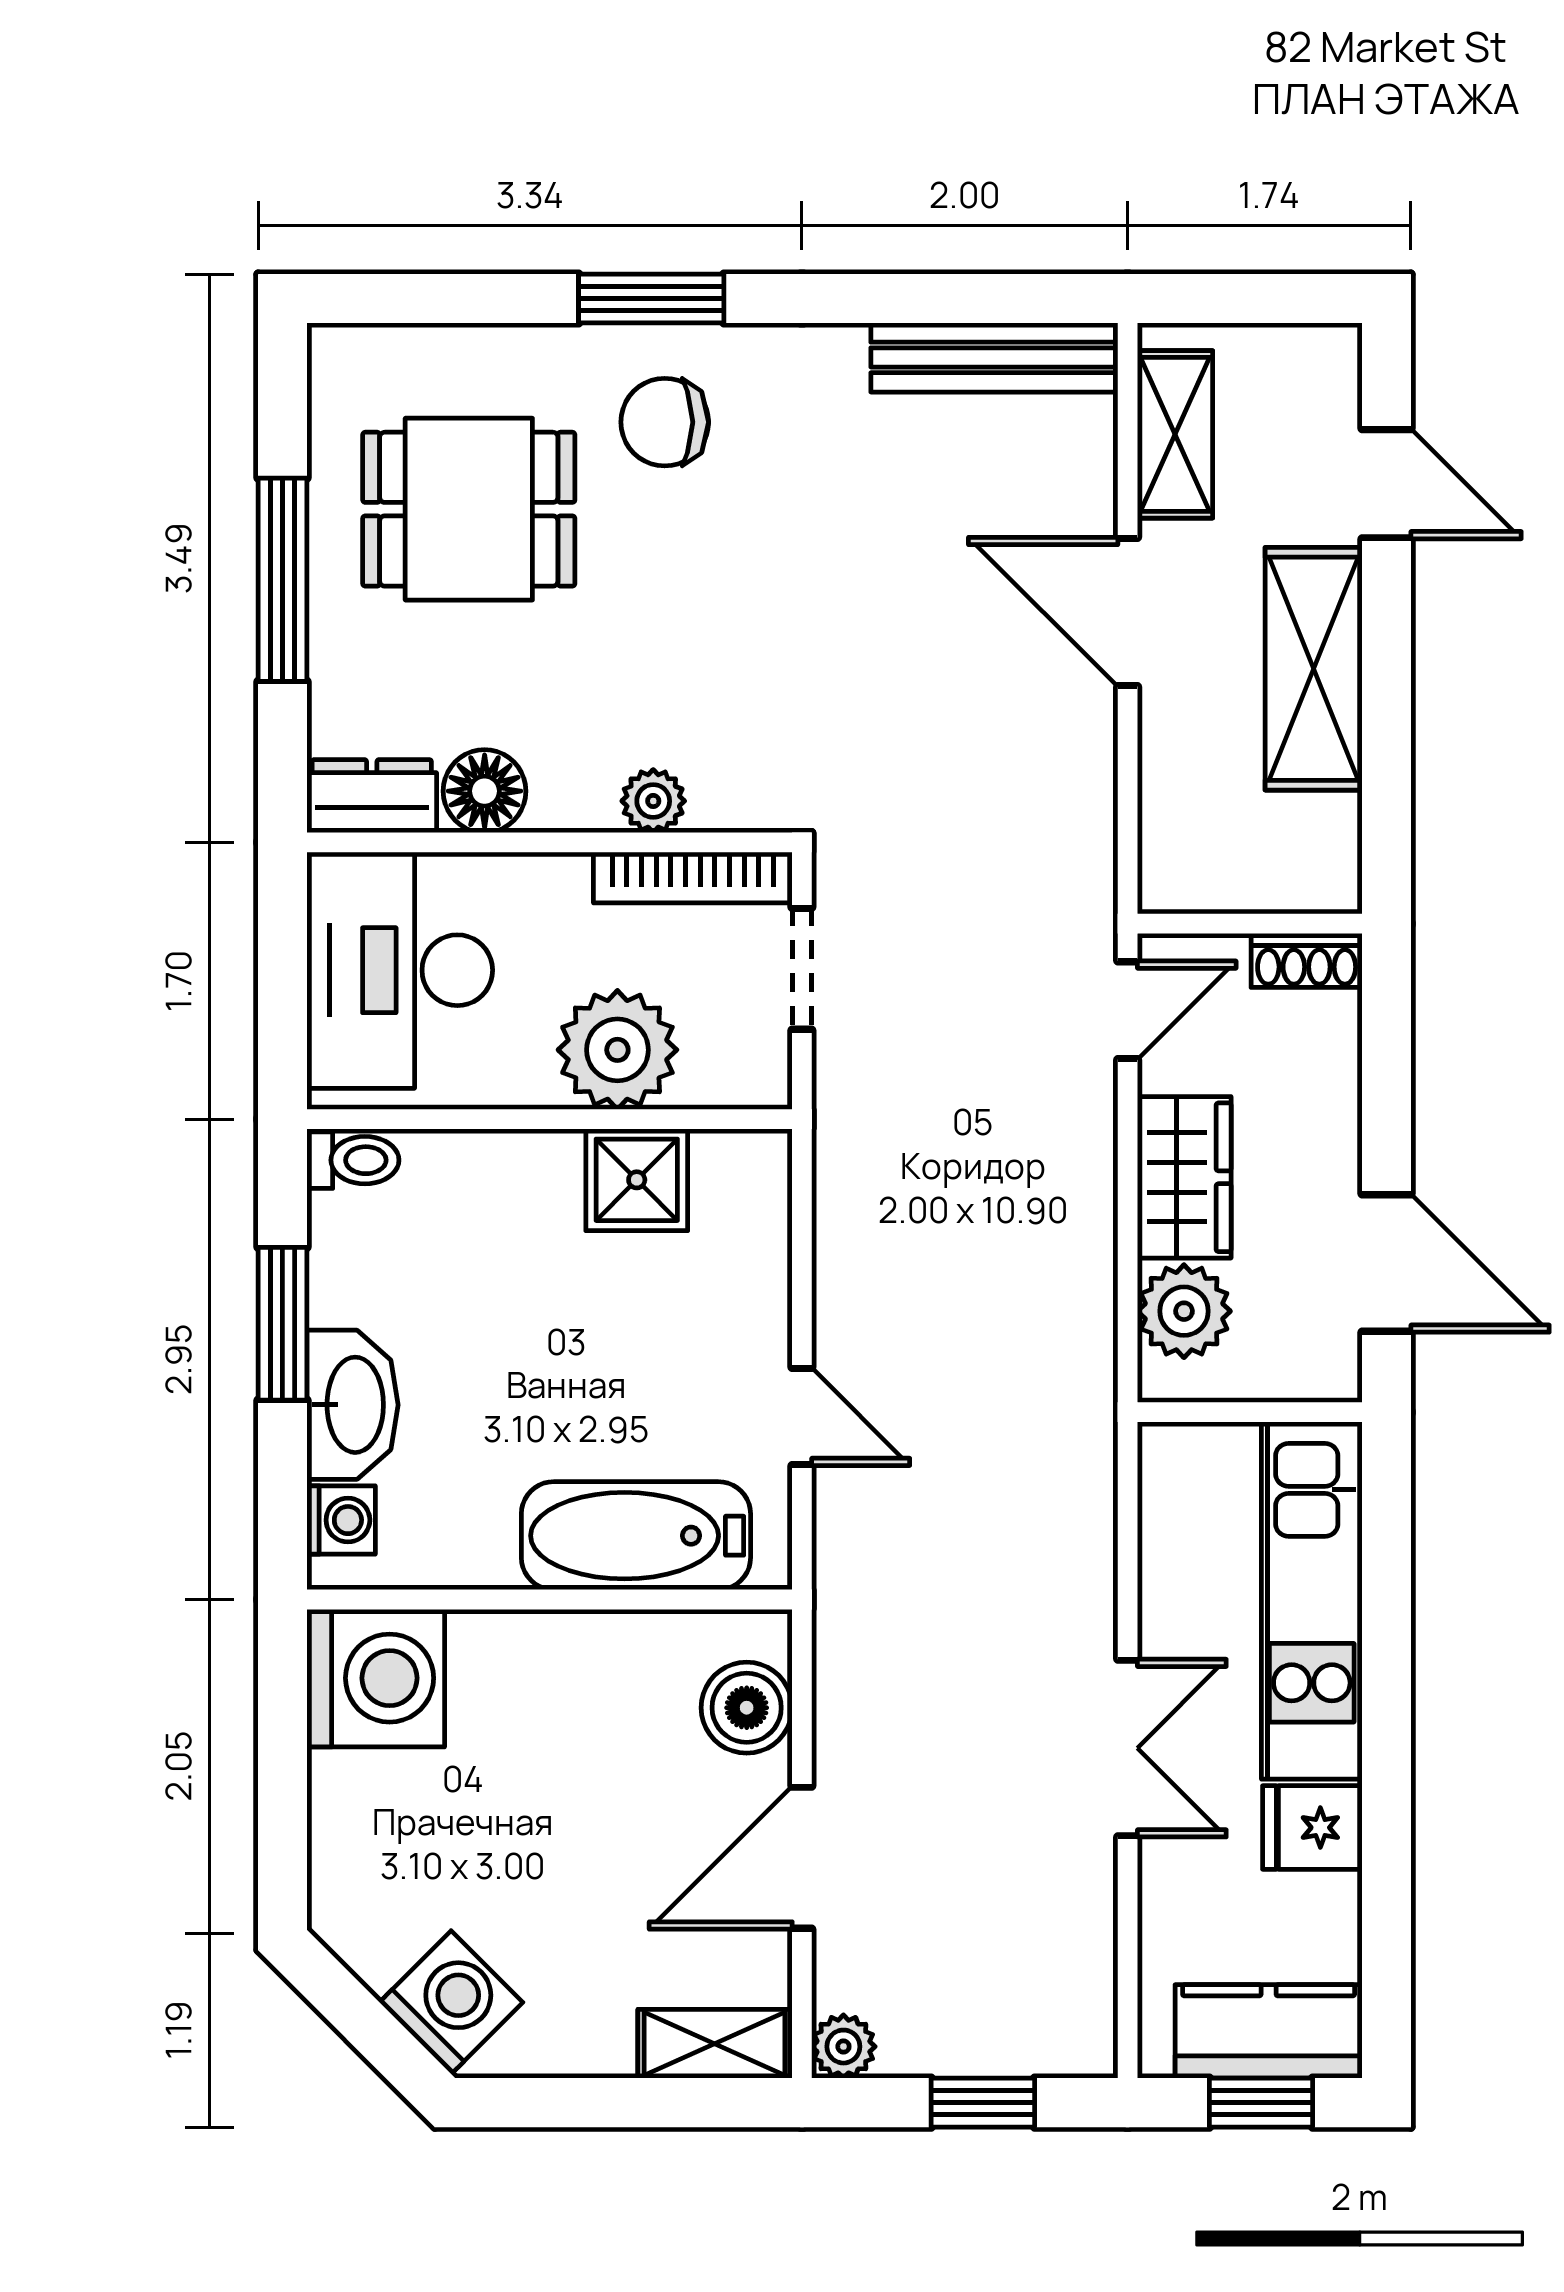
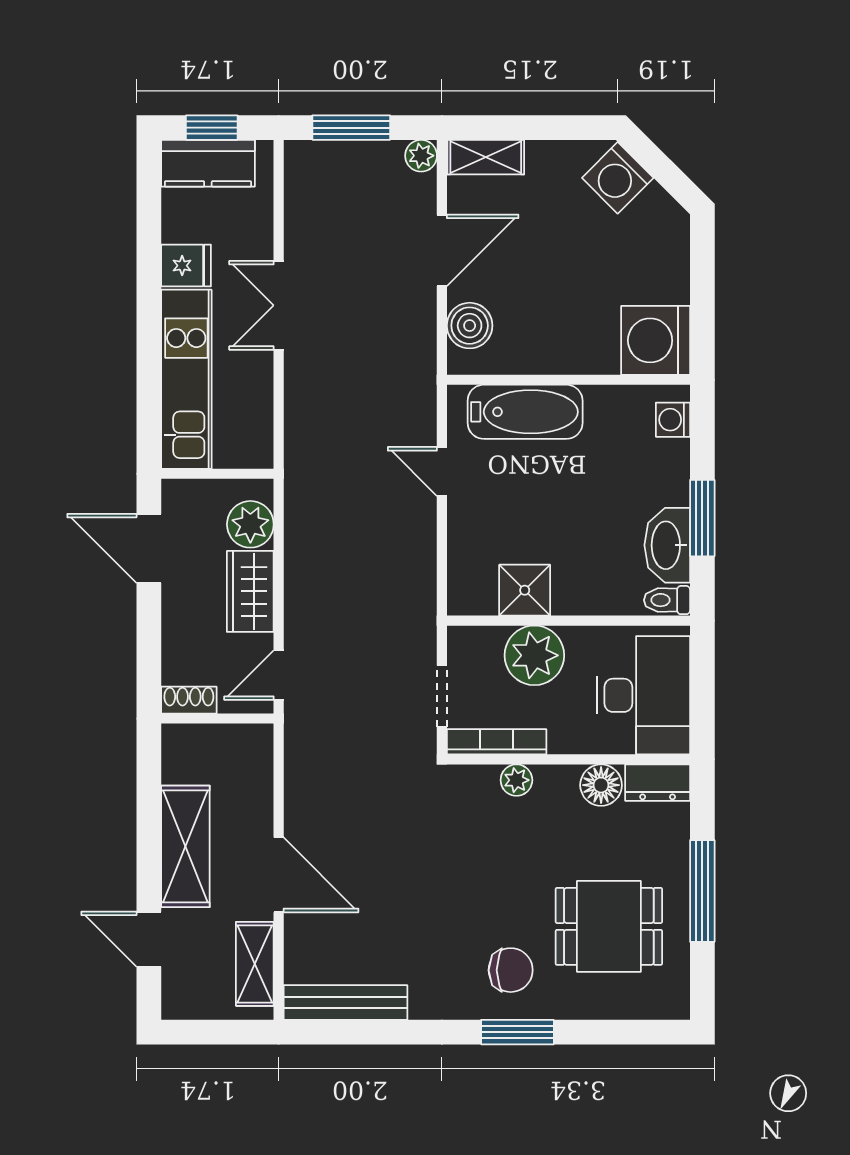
washbasin: (352, 1405) -> (667, 545), moved
window: (983, 2103) -> (351, 128), width x1.50

